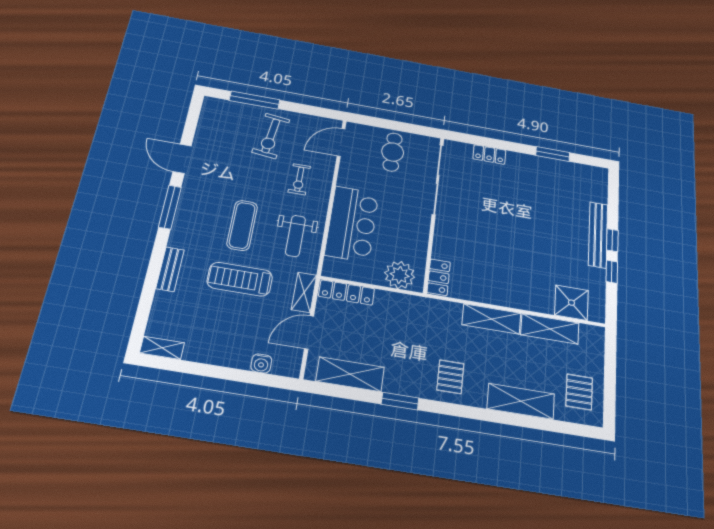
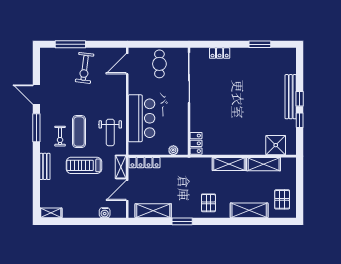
exercise bike: (299, 179) -> (60, 136), moved
plant: (400, 275) -> (173, 150), width x0.53, depth x0.53

